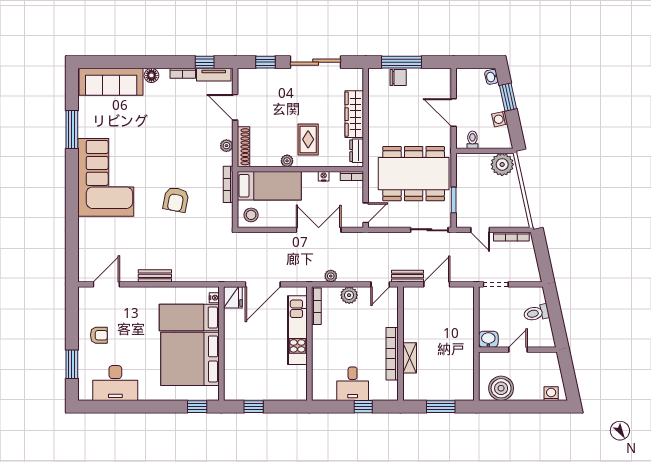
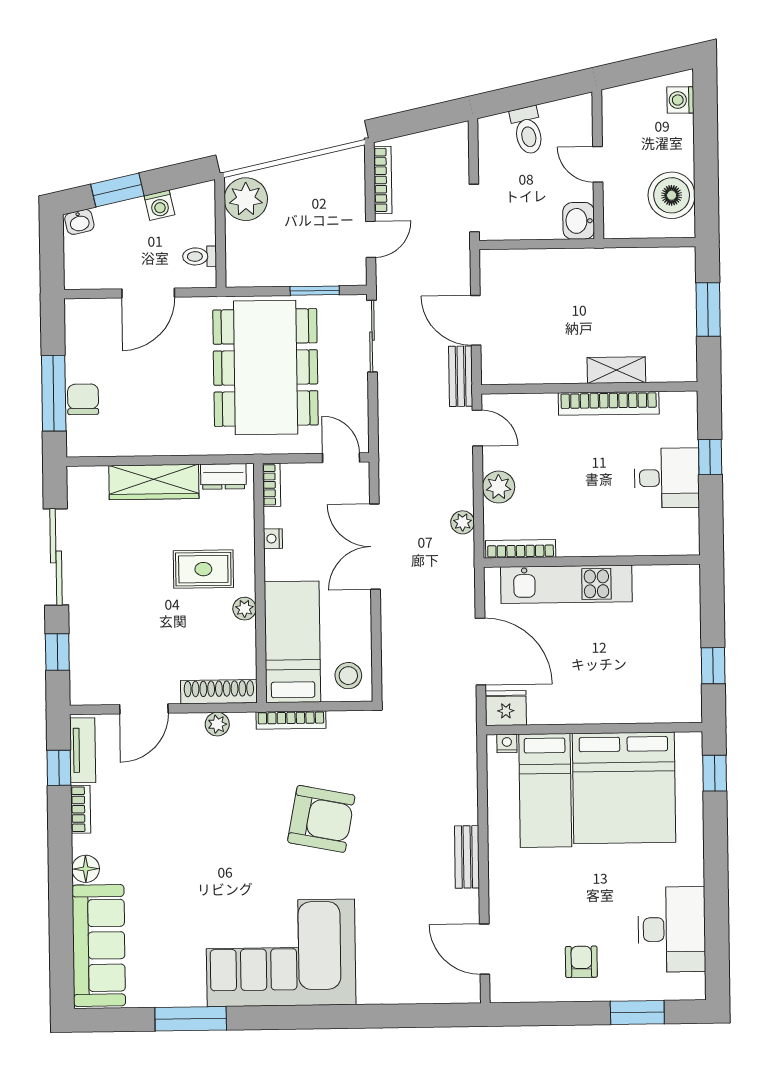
armchair: (176, 200) -> (321, 819), width x1.36, depth x1.36

